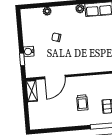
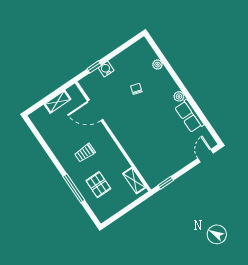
shelving: (32, 91) -> (57, 102), moved

